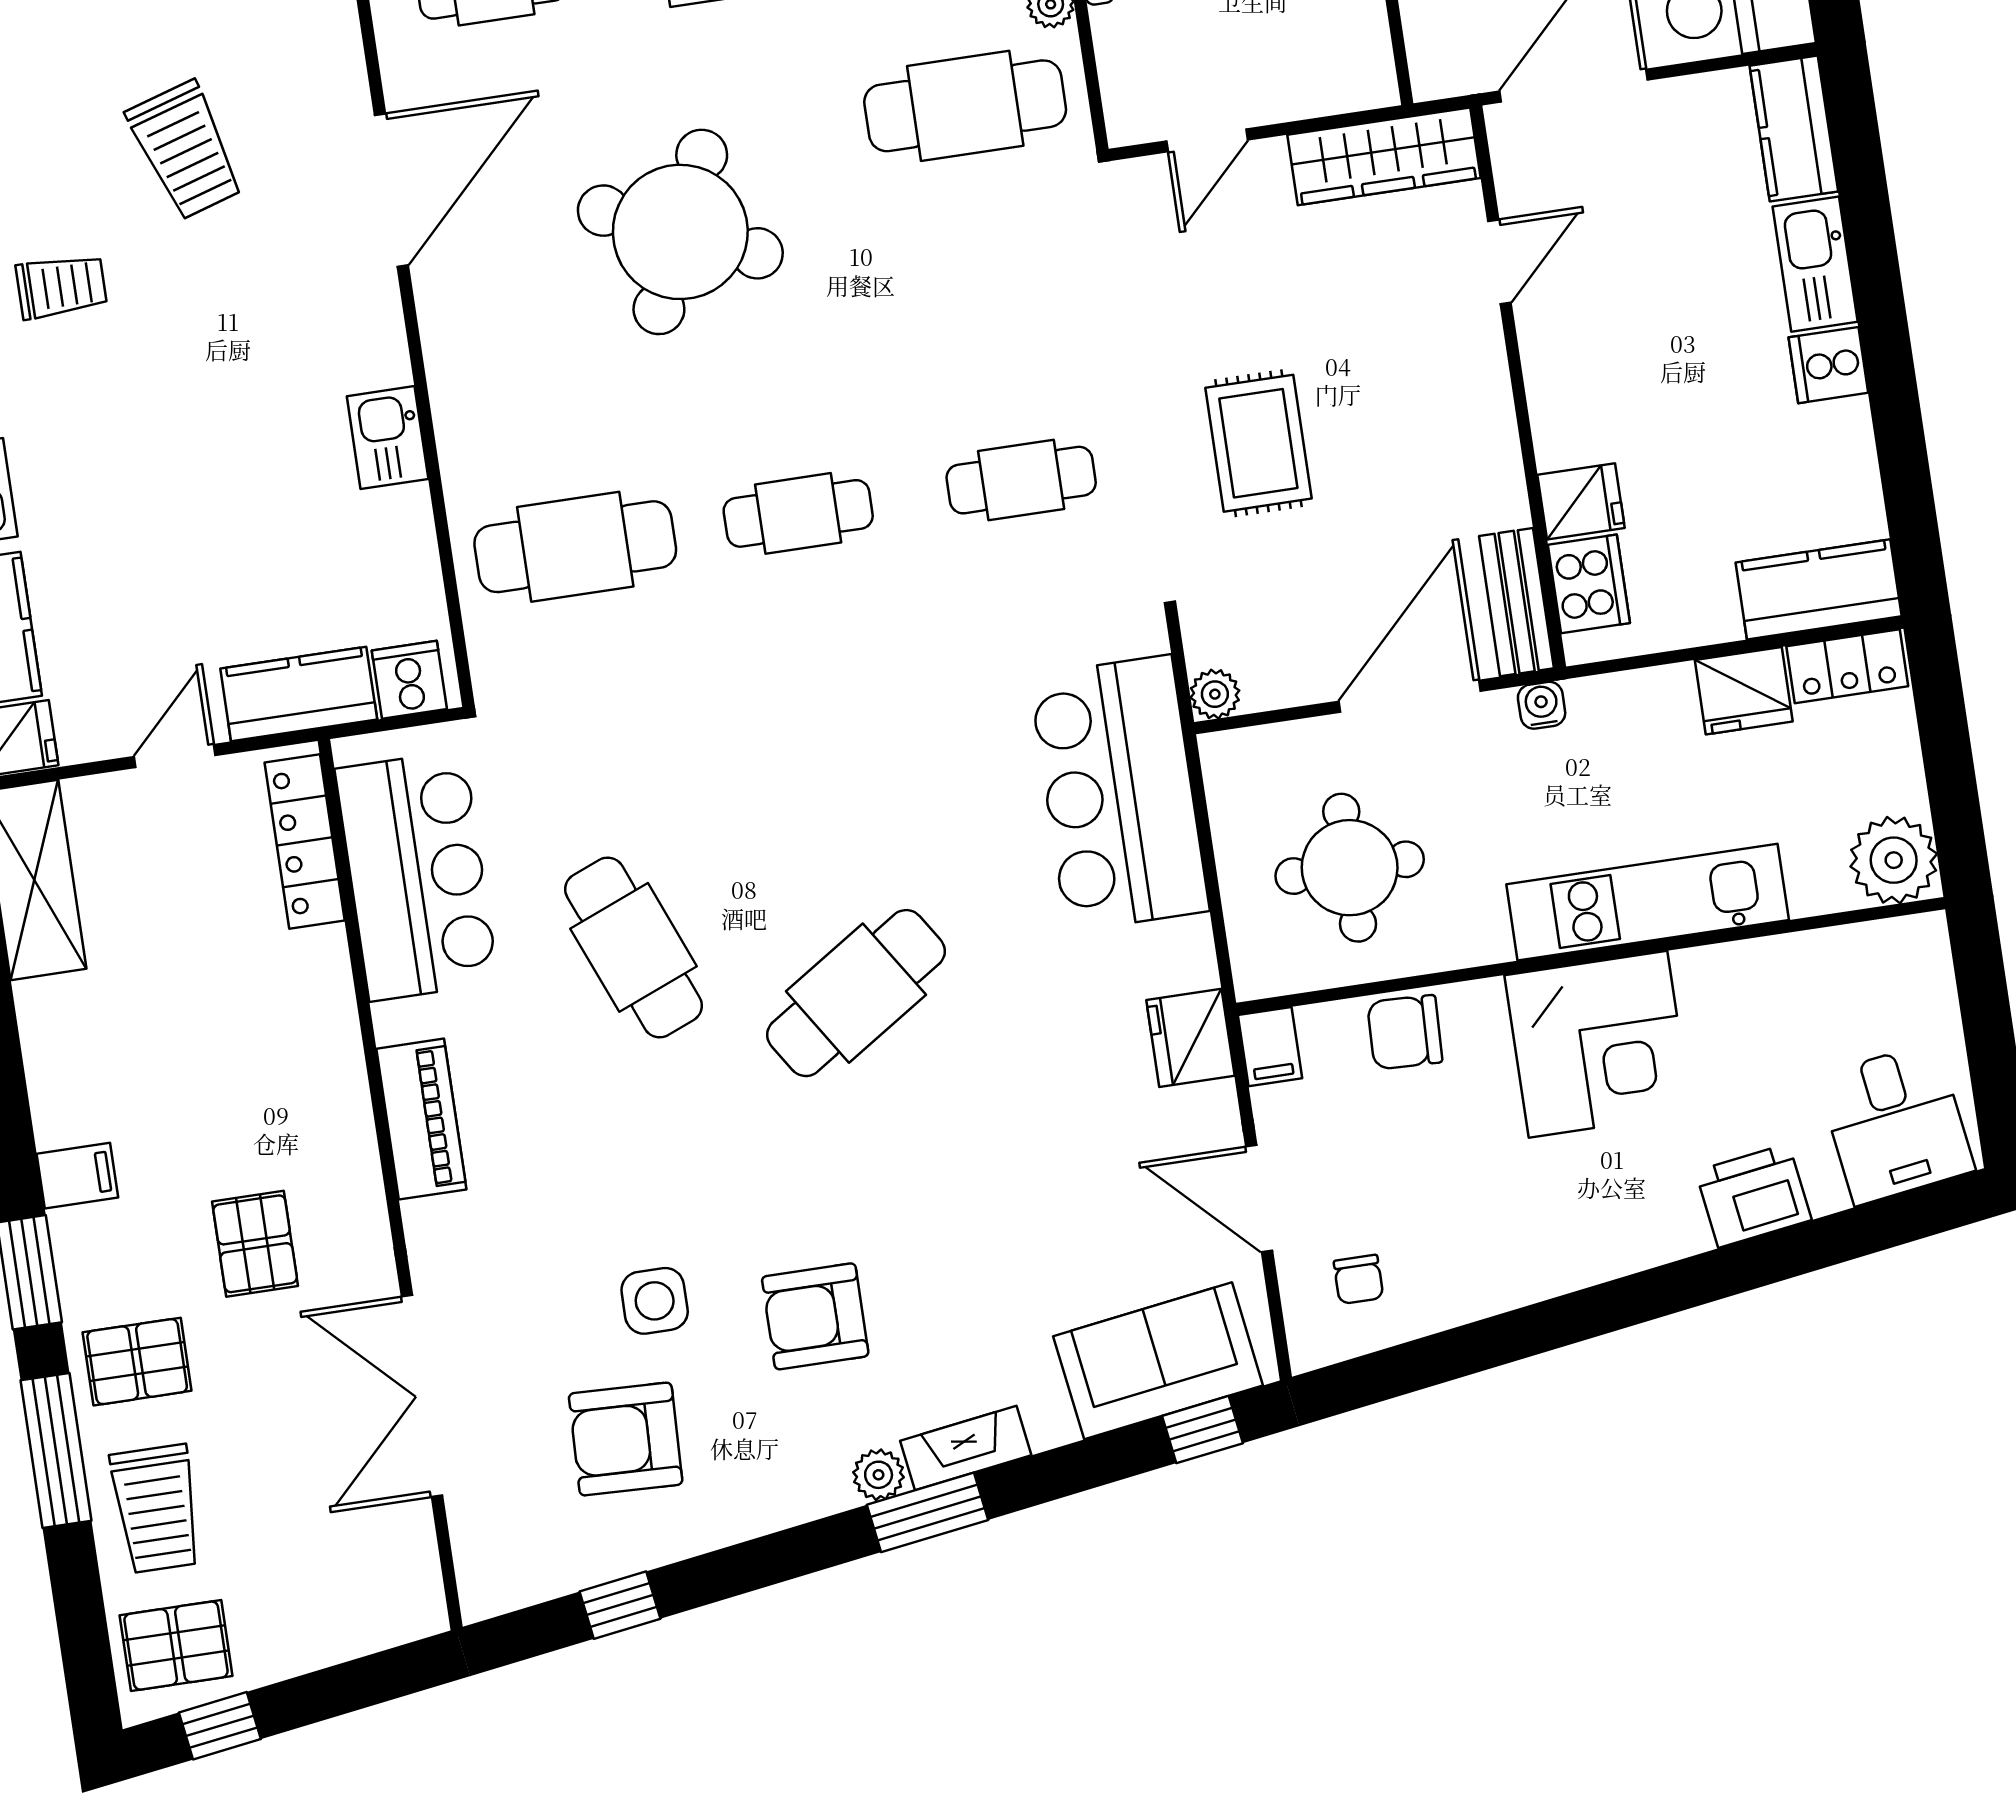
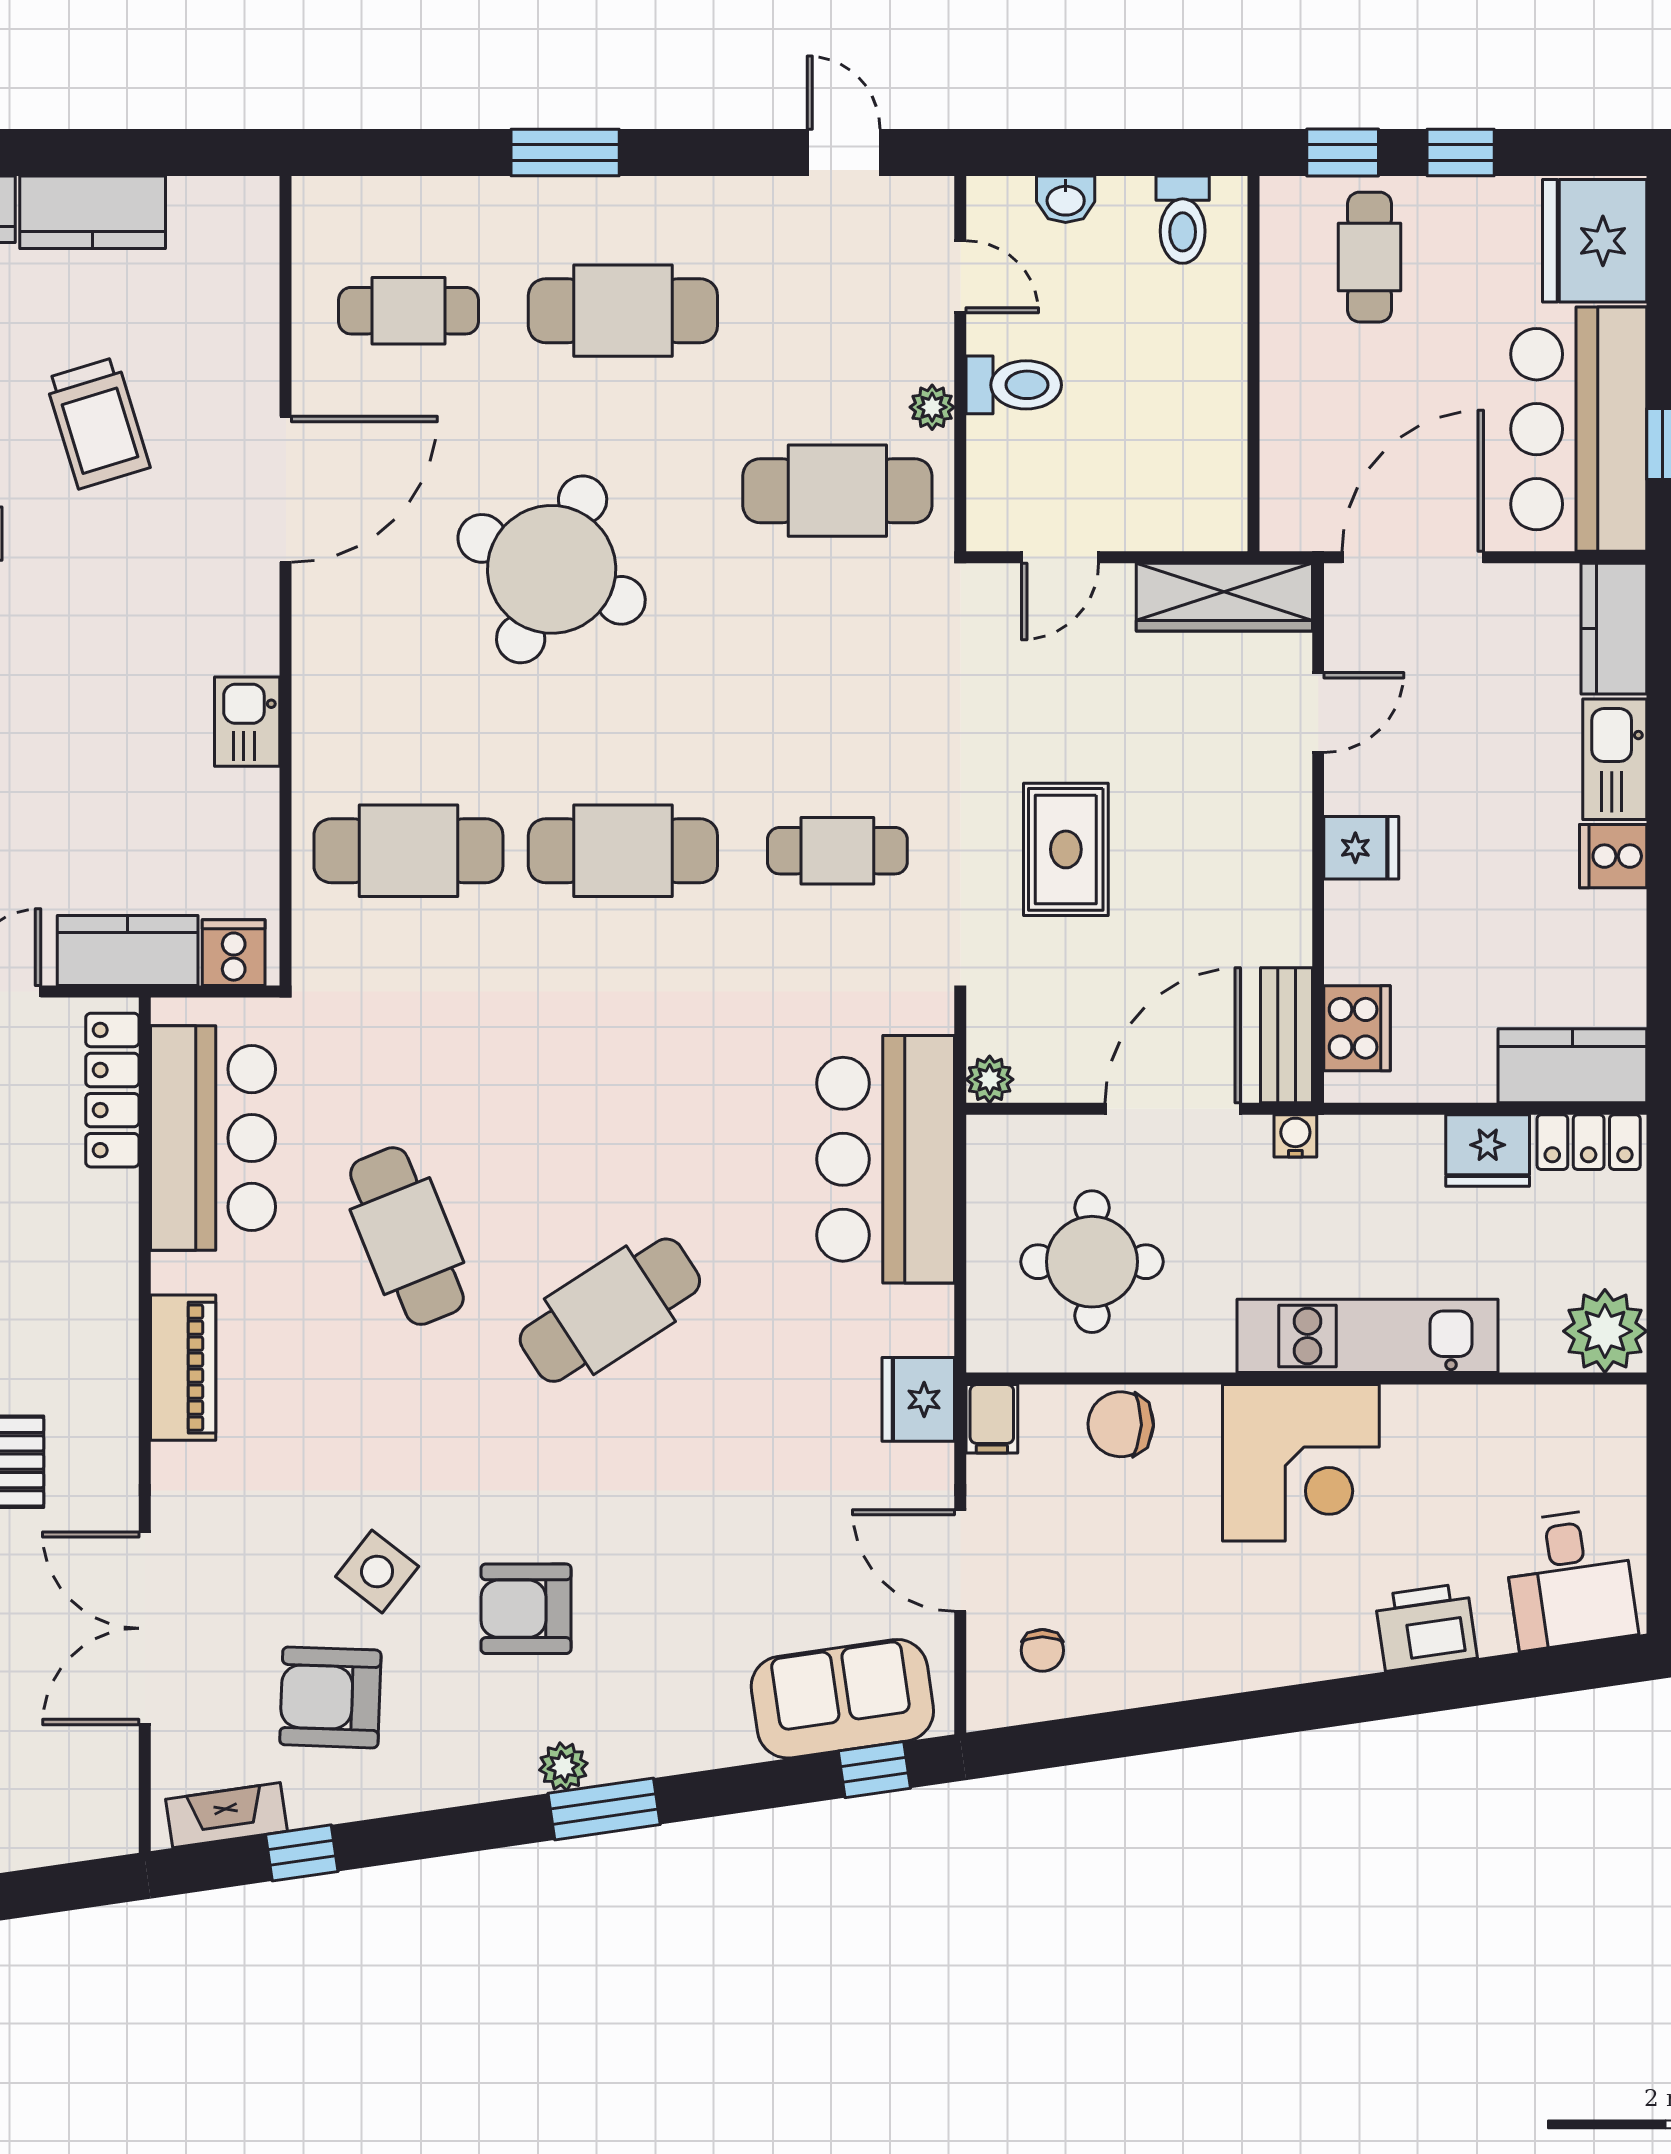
fridge: (1581, 501) -> (1361, 848), moved
cafe table: (798, 513) -> (623, 851), width x1.37, depth x1.35
side table: (655, 1301) -> (377, 1572), turned 38
fireplace: (966, 1448) -> (226, 1815), moved

